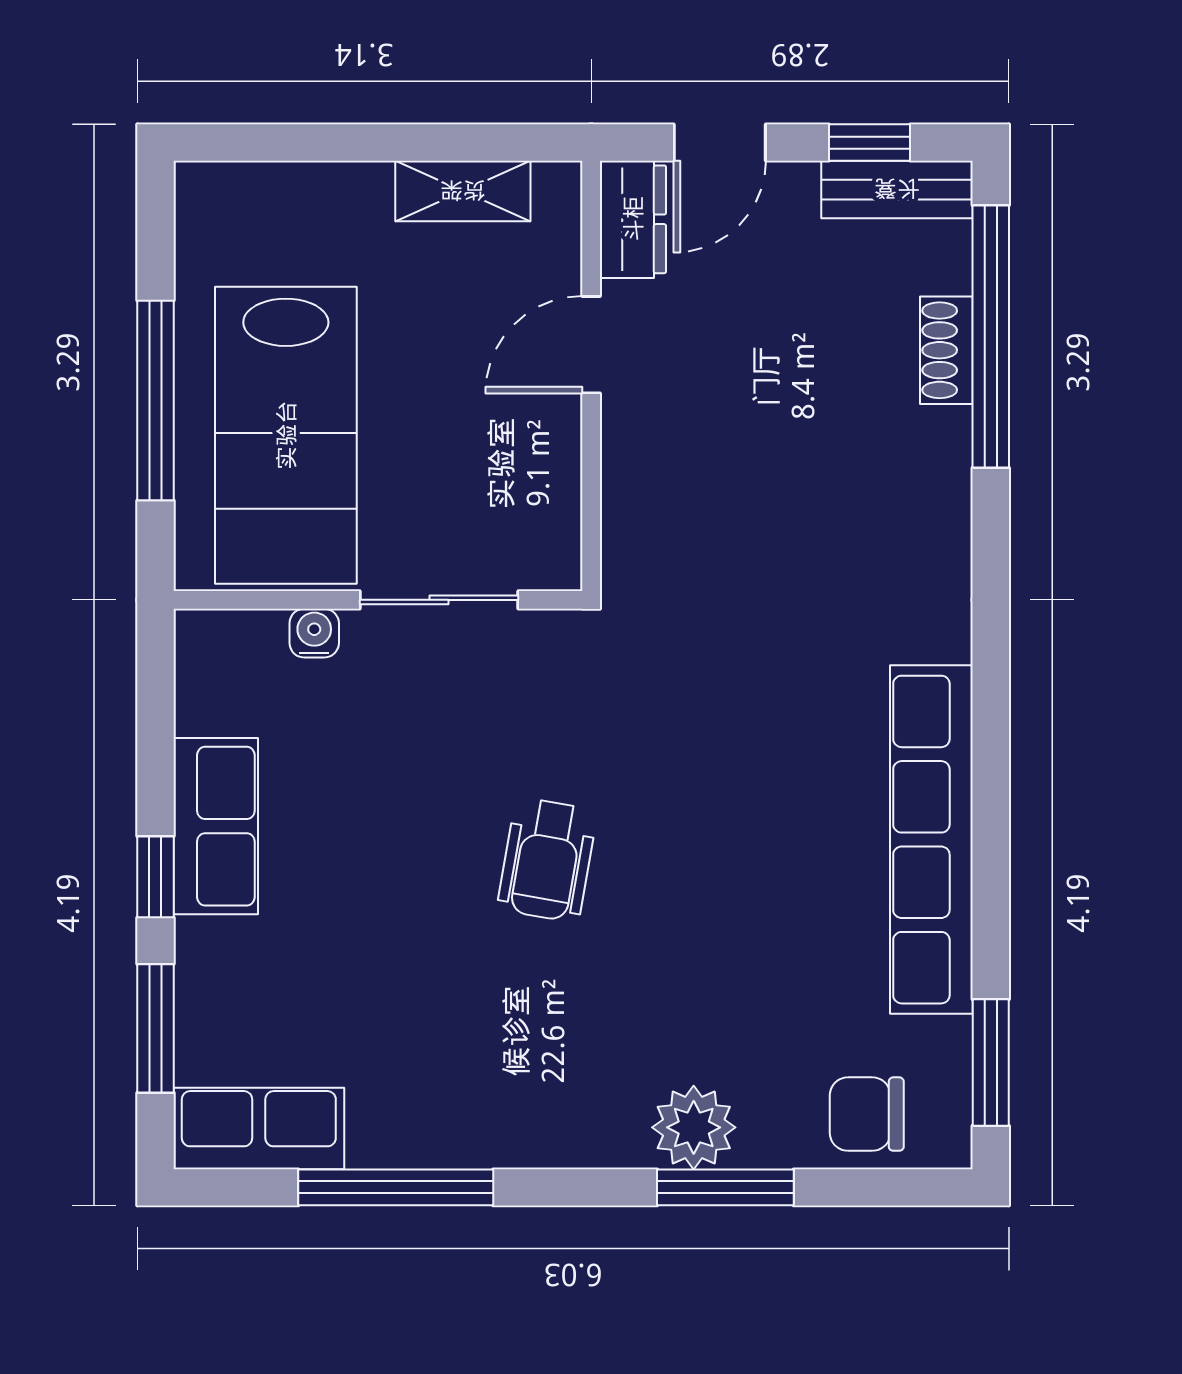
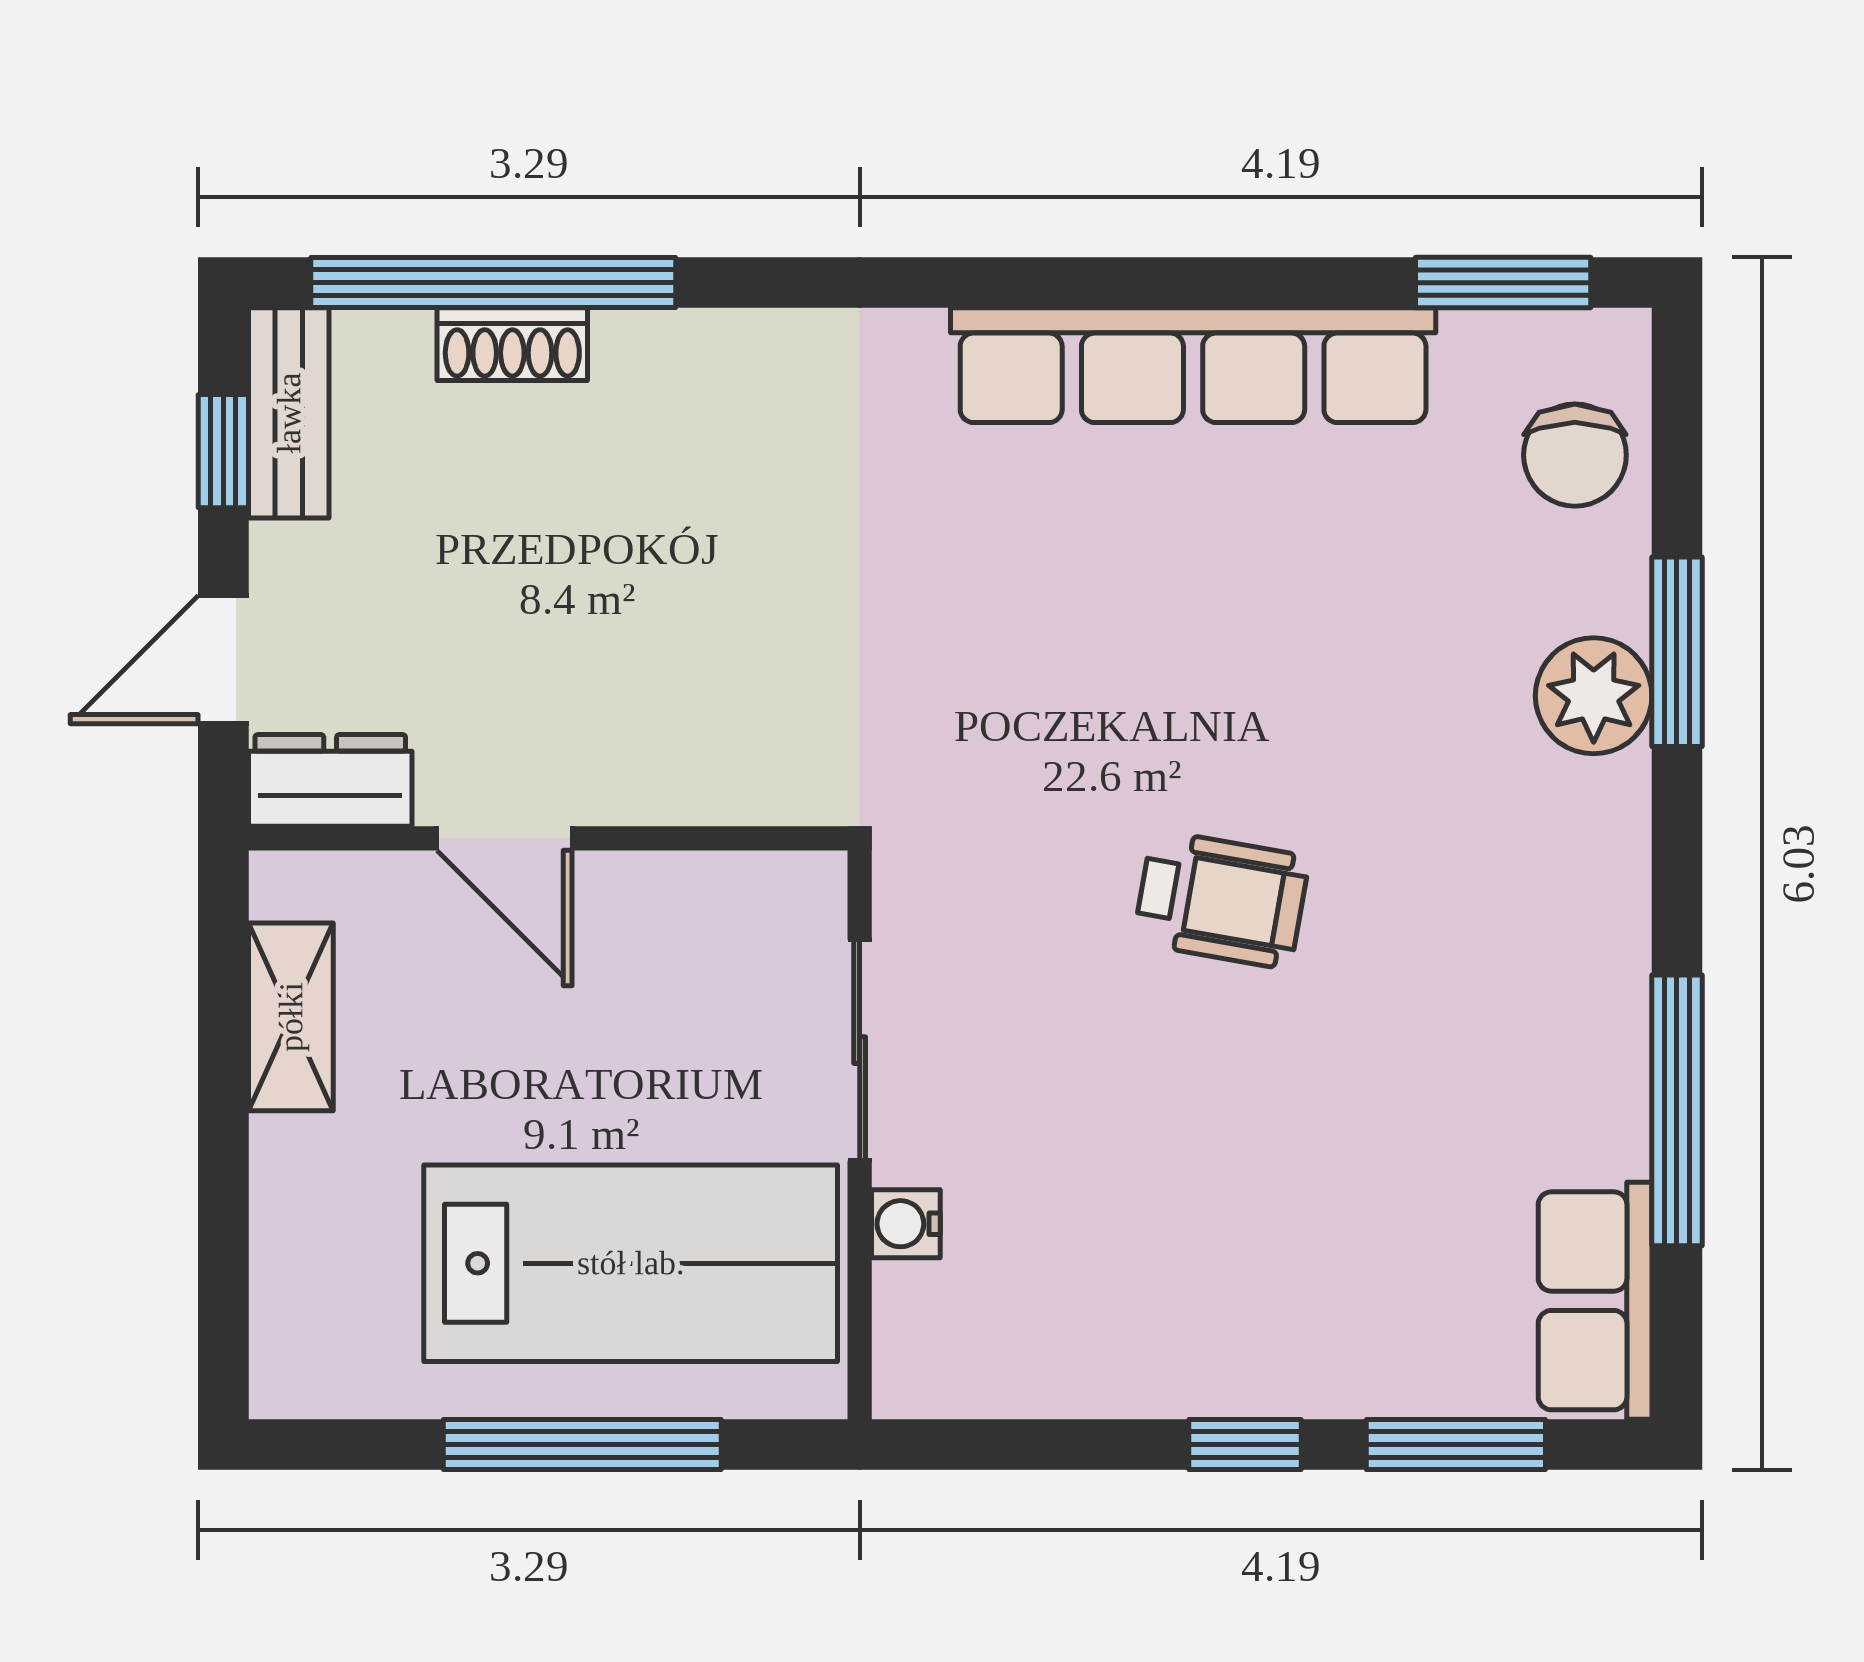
door: (720, 143) -> (223, 660), swing flipped
row of seats: (216, 826) -> (1174, 1361), removed

